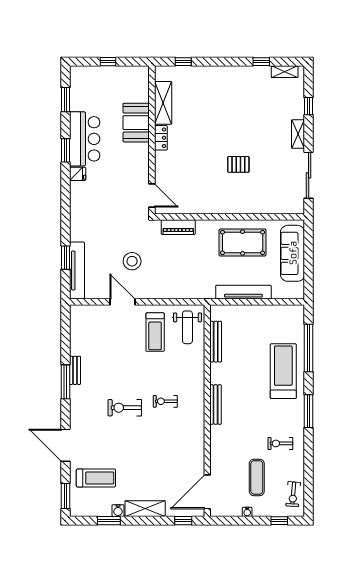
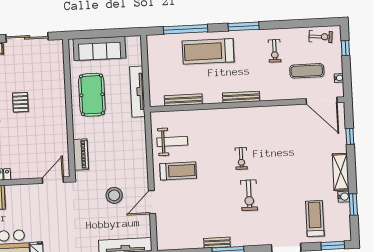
bench: (216, 342) -> (183, 100), moved
bench: (216, 405) -> (241, 97), moved
wall: (207, 411) -> (247, 104), moved
door: (207, 492) -> (322, 101), moved

